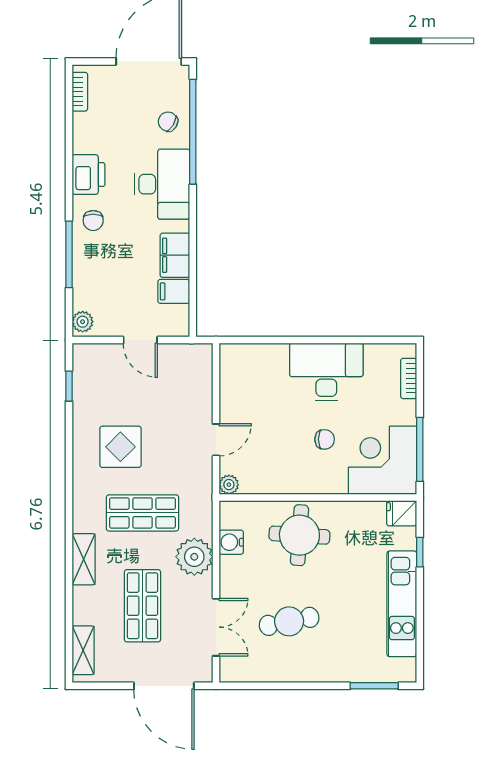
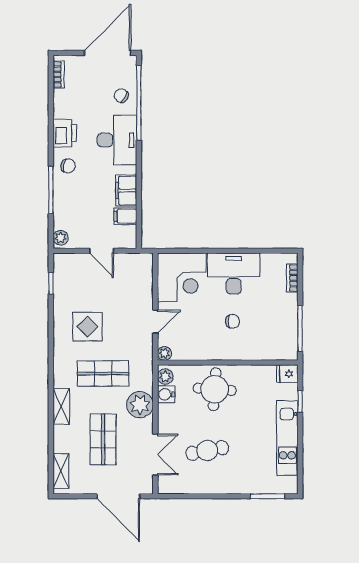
chair: (93, 221) -> (68, 166), turned -81
corner desk: (383, 460) -> (182, 277), moved, turned 180
plant: (230, 517) -> (165, 377), added

